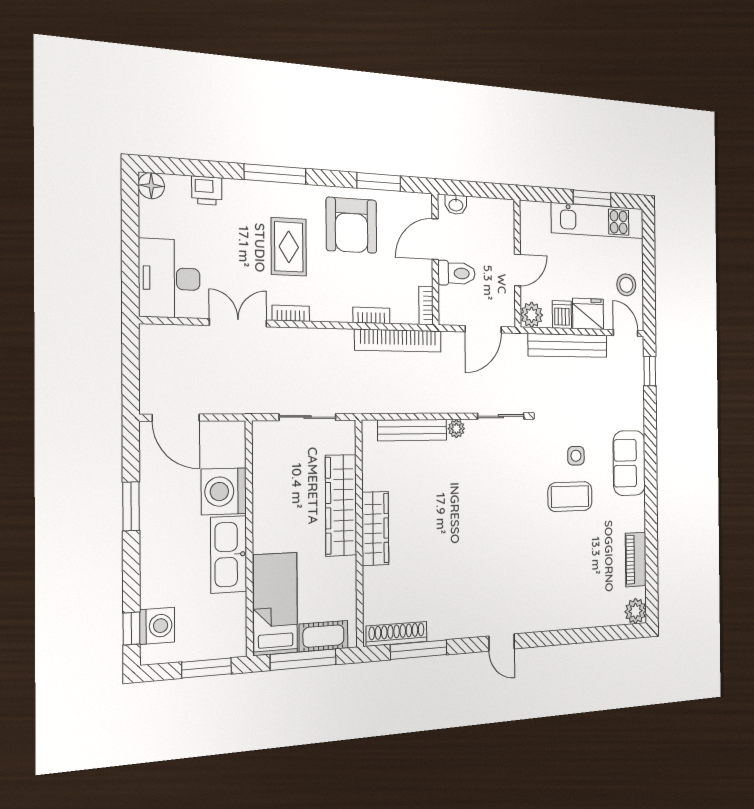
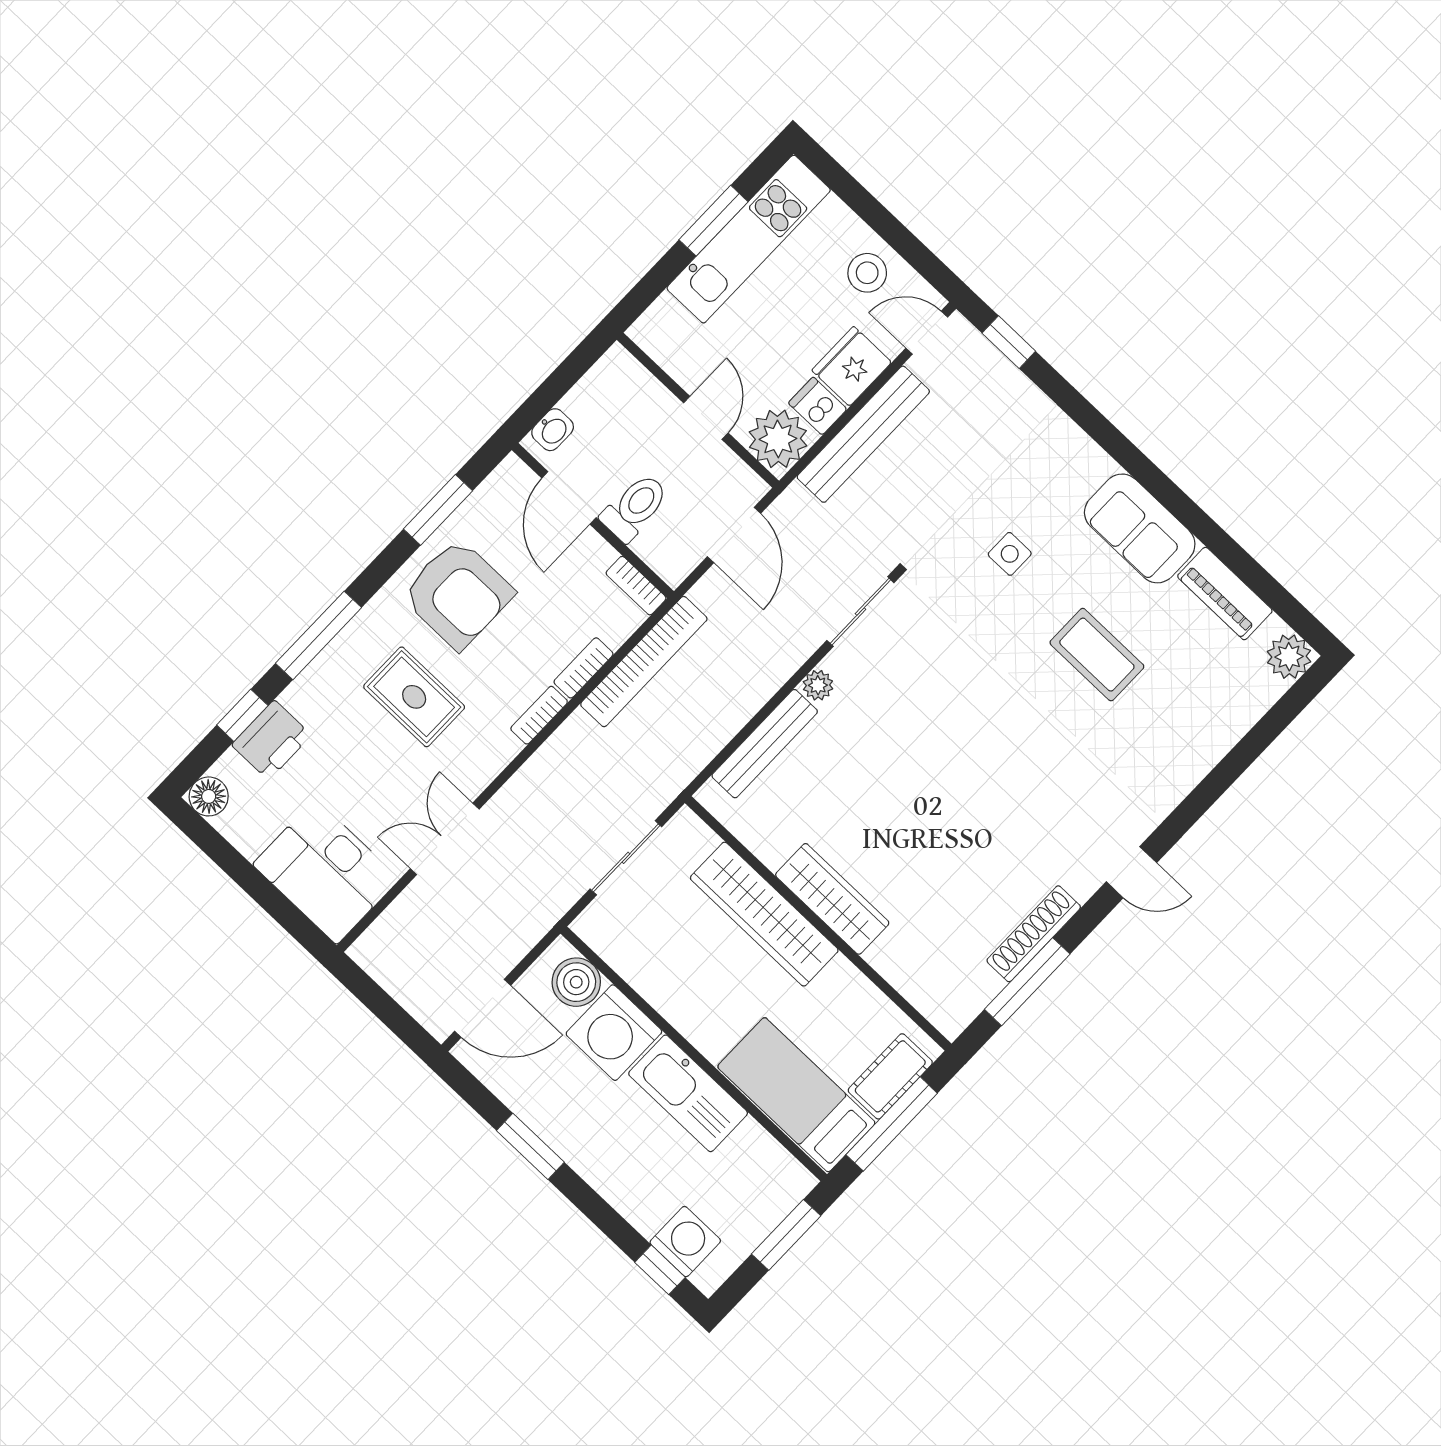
window: (205, 169) -> (242, 715), added
printer: (207, 191) -> (271, 740), width x1.36, depth x1.24
bookcase: (291, 313) -> (539, 715), moved
plant: (532, 315) -> (778, 439), width x1.36, depth x1.36
boiler: (230, 450) -> (576, 982), added
sofa: (629, 463) -> (1140, 528), moved
coffee table: (570, 497) -> (1097, 655), moved, turned 90
shoe rack: (397, 634) -> (1034, 934), moved

